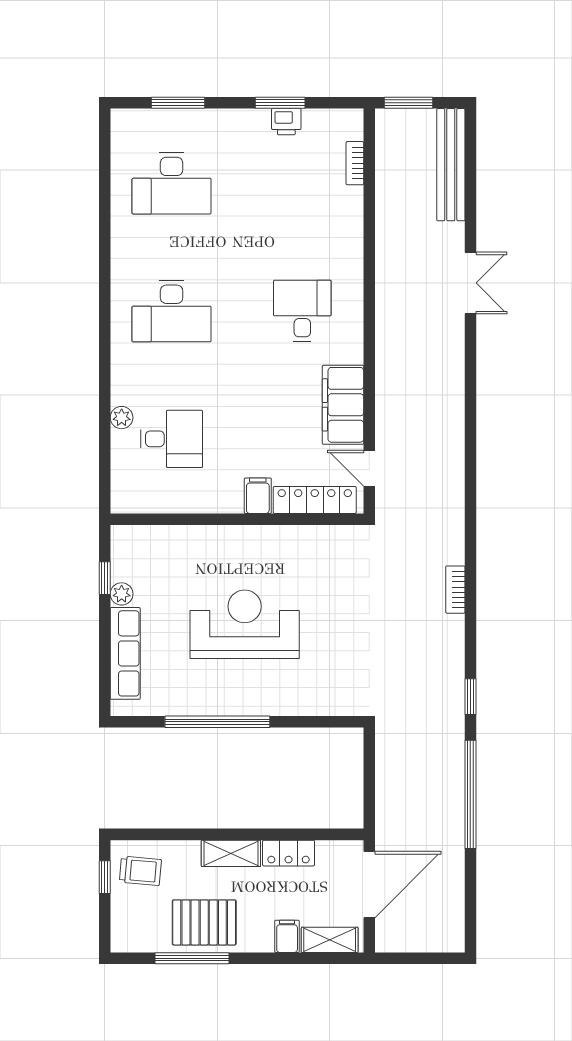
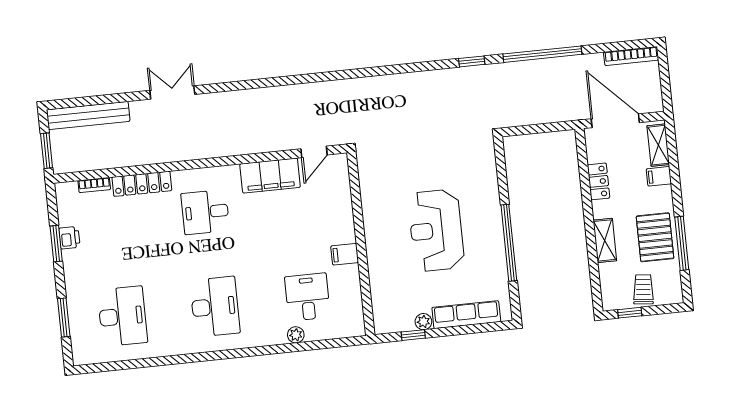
filing cabinet: (258, 496) -> (345, 254), moved
locker: (315, 500) -> (142, 184), moved, turned -90
bookcase: (455, 590) -> (631, 56), moved, width x1.56
shelving: (231, 853) -> (605, 240), moved
trolley: (140, 871) -> (643, 289), moved

